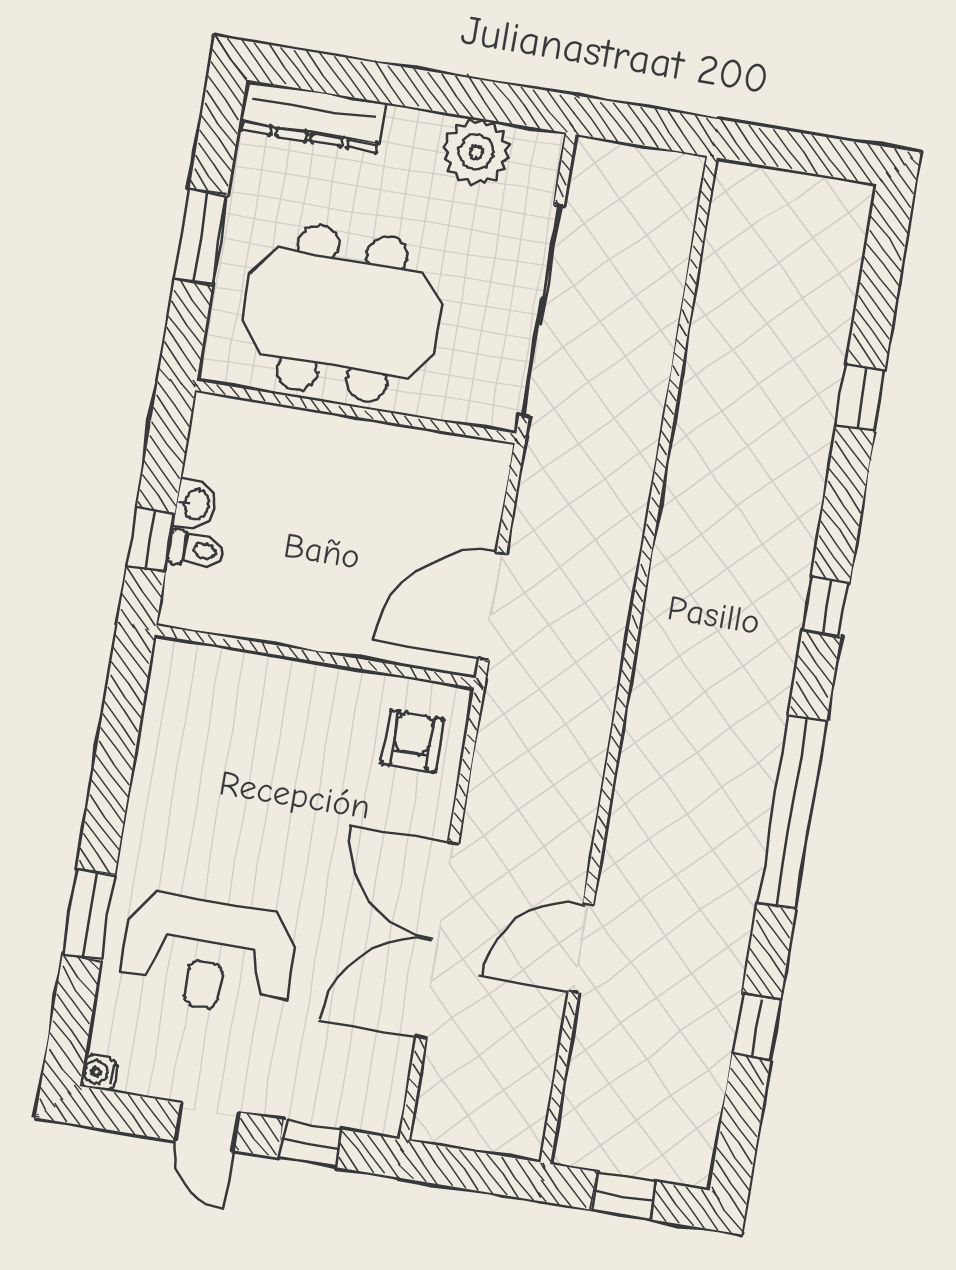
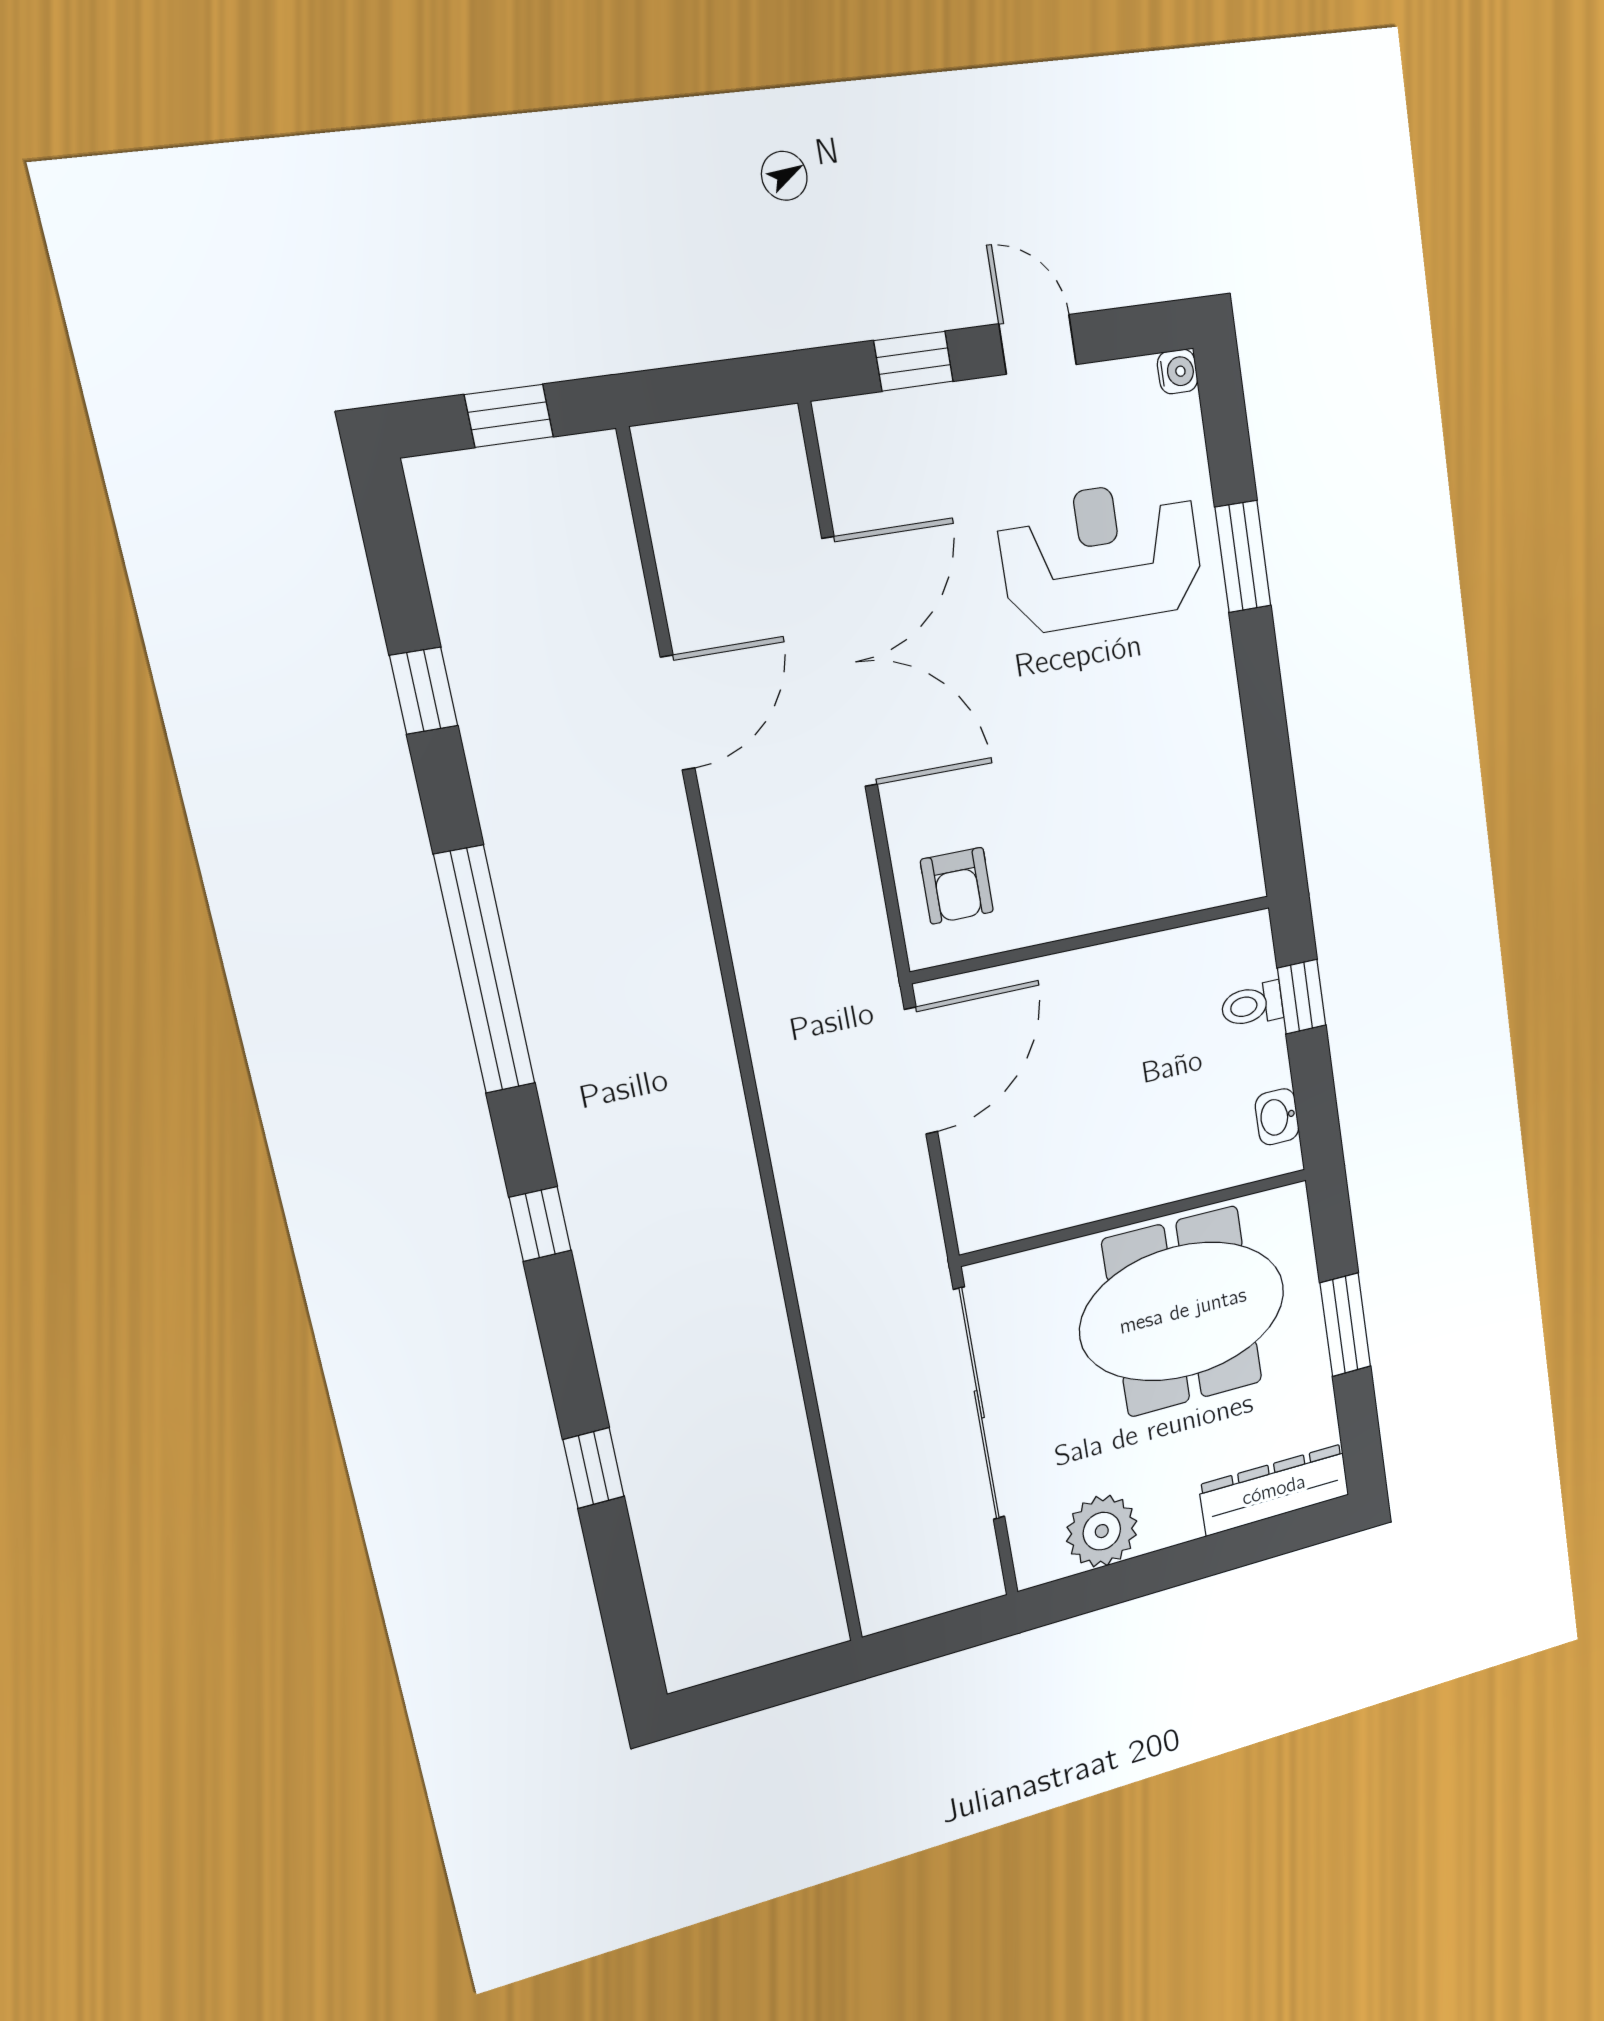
washbasin: (195, 504) -> (1277, 1117), moved

